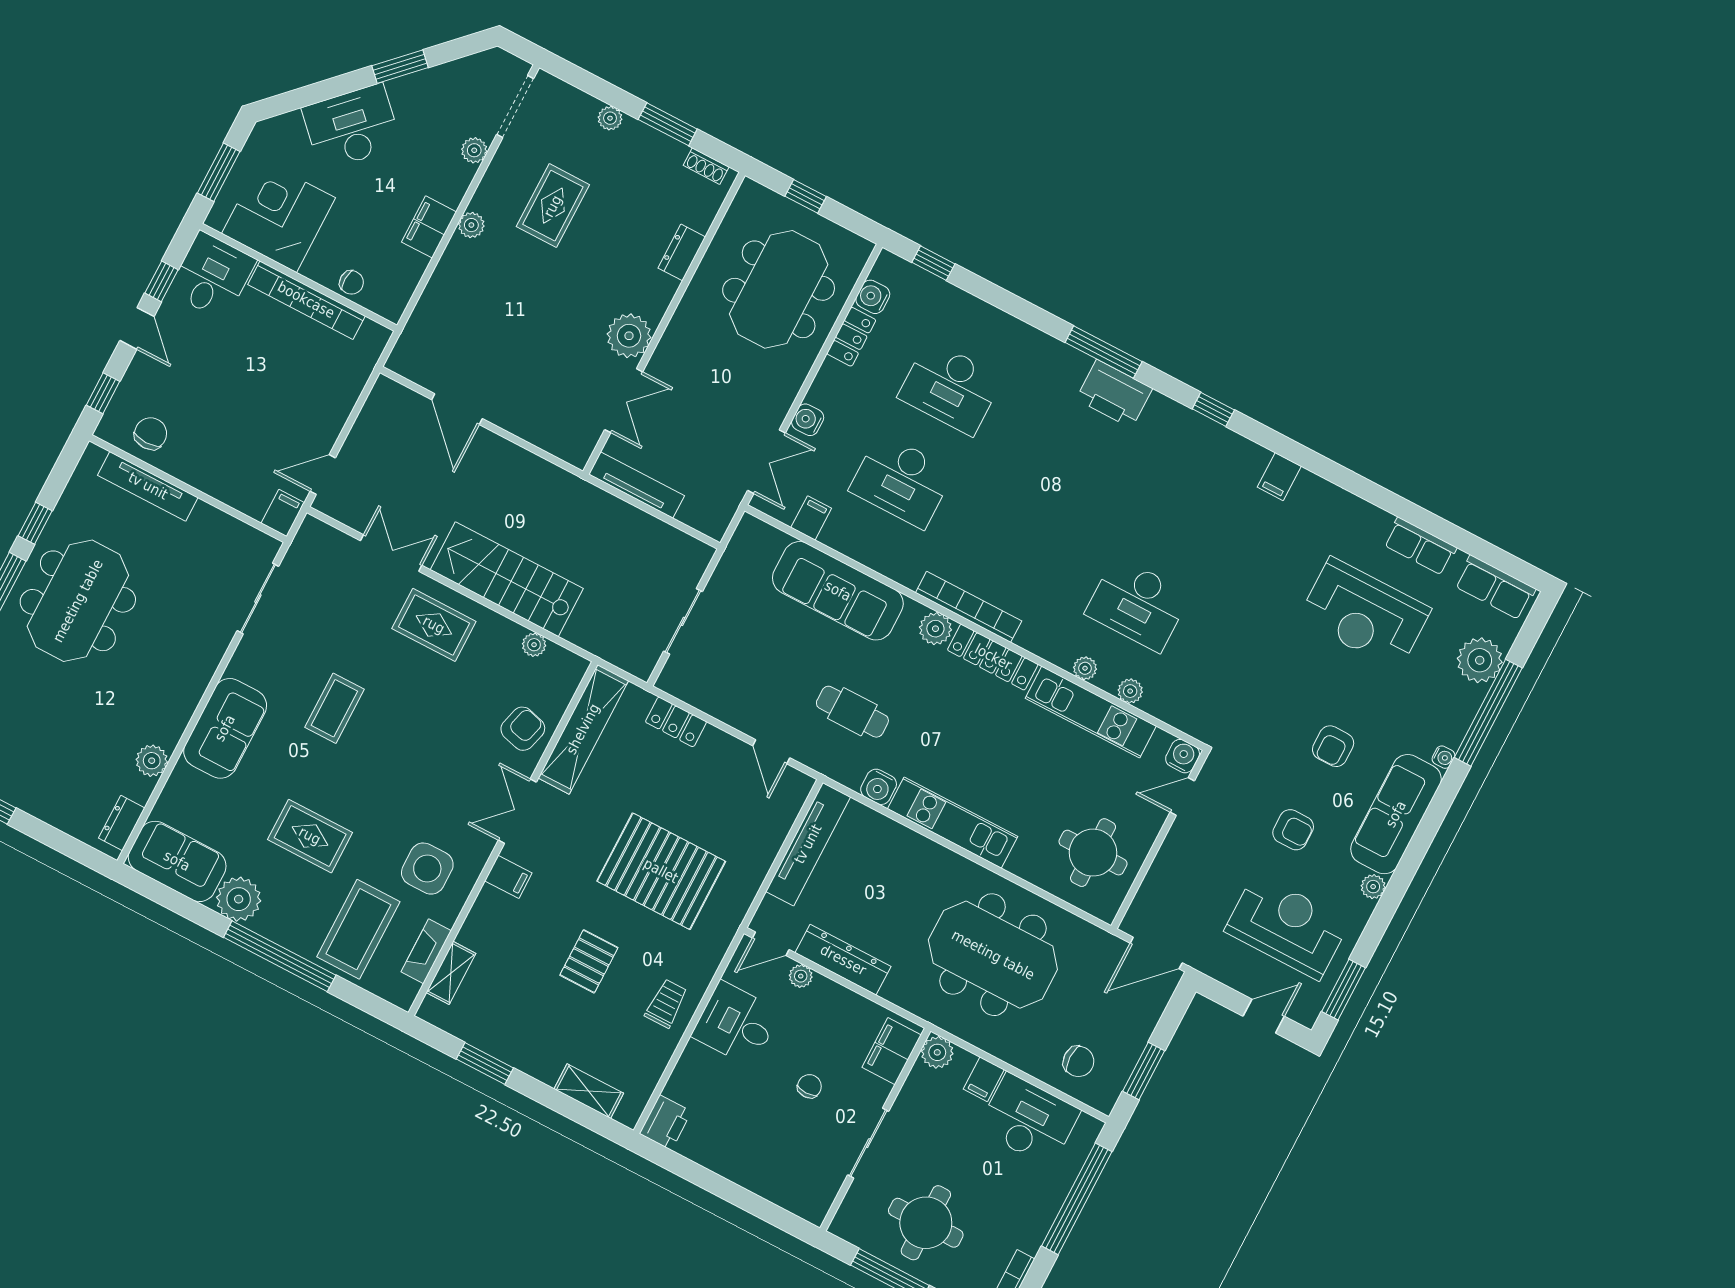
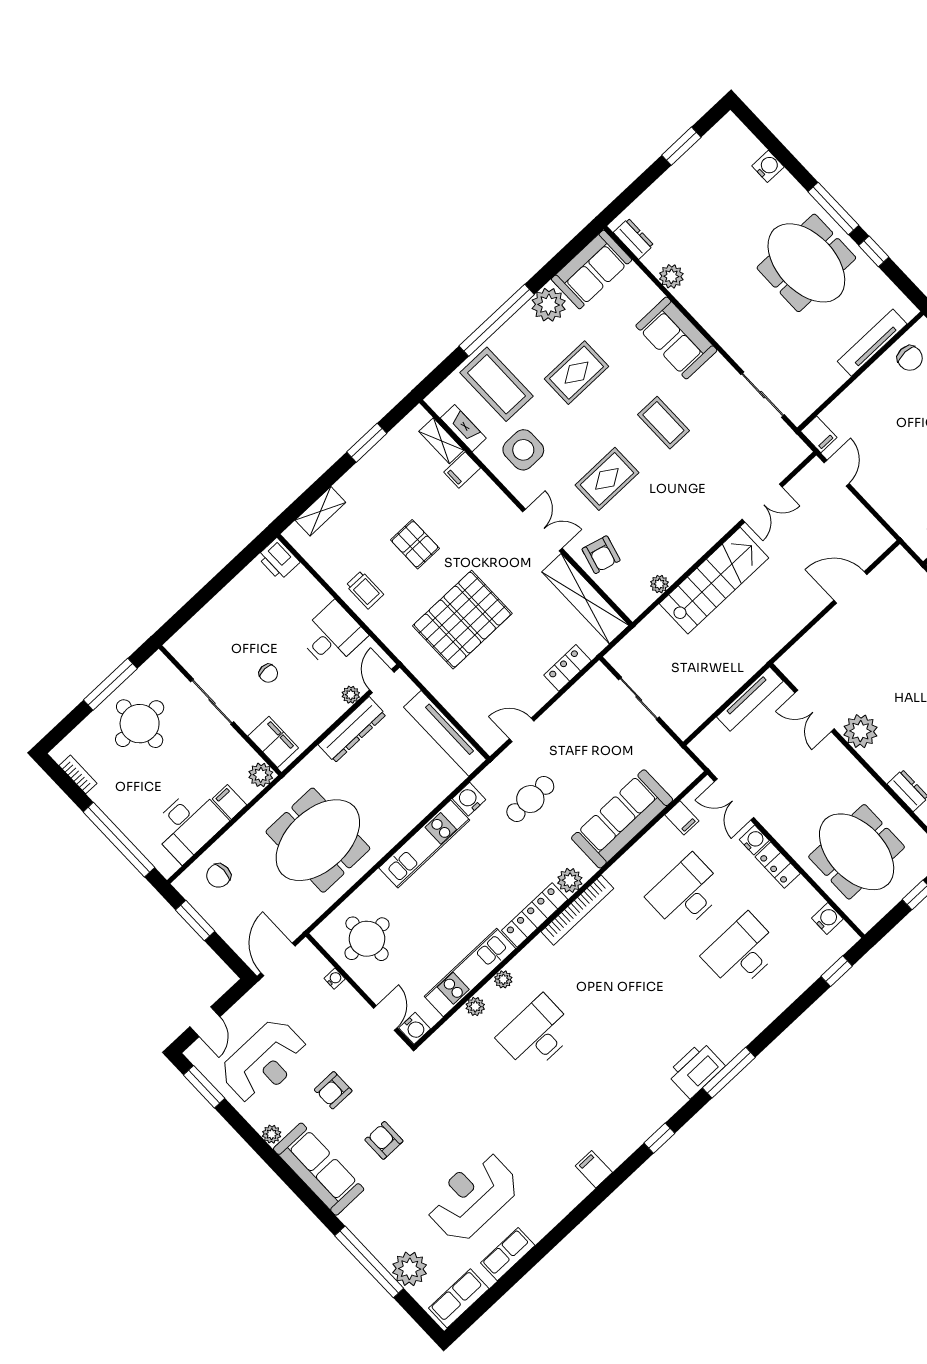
locker: (851, 337) -> (778, 865), moved
rug: (434, 625) -> (607, 479), moved
water cooler: (1443, 757) -> (335, 979), moved, turned 180
filing cabinet: (508, 877) -> (462, 470), moved

